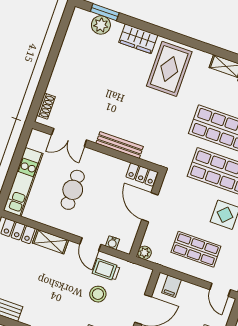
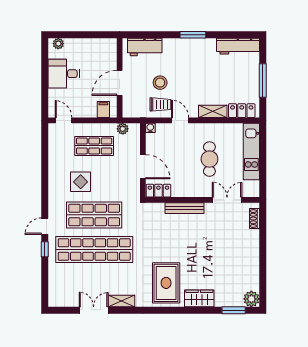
plant: (101, 25) -> (251, 299), moved
water cooler: (113, 243) -> (150, 128), moved
plant: (144, 253) -> (123, 129), moved

